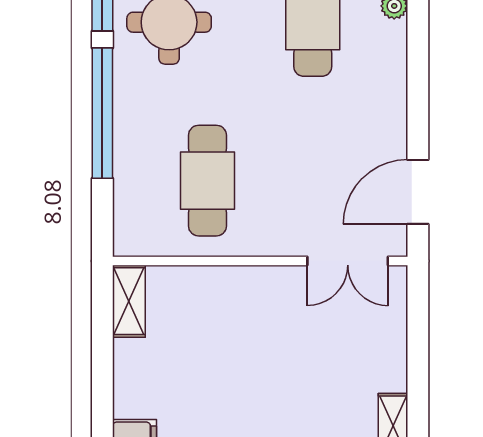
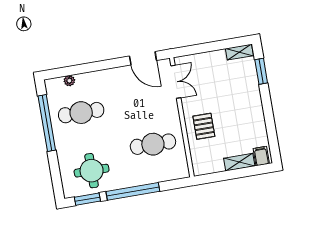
shelving: (129, 301) -> (239, 162), moved
pallet: (229, 310) -> (204, 126), added

